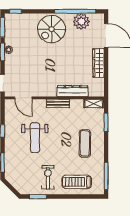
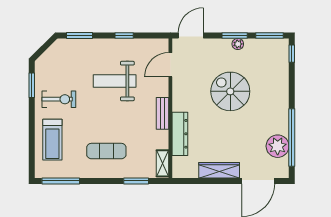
spiral stairs: (51, 29) -> (230, 91), moved
treadmill: (77, 182) -> (52, 140), turned 180

